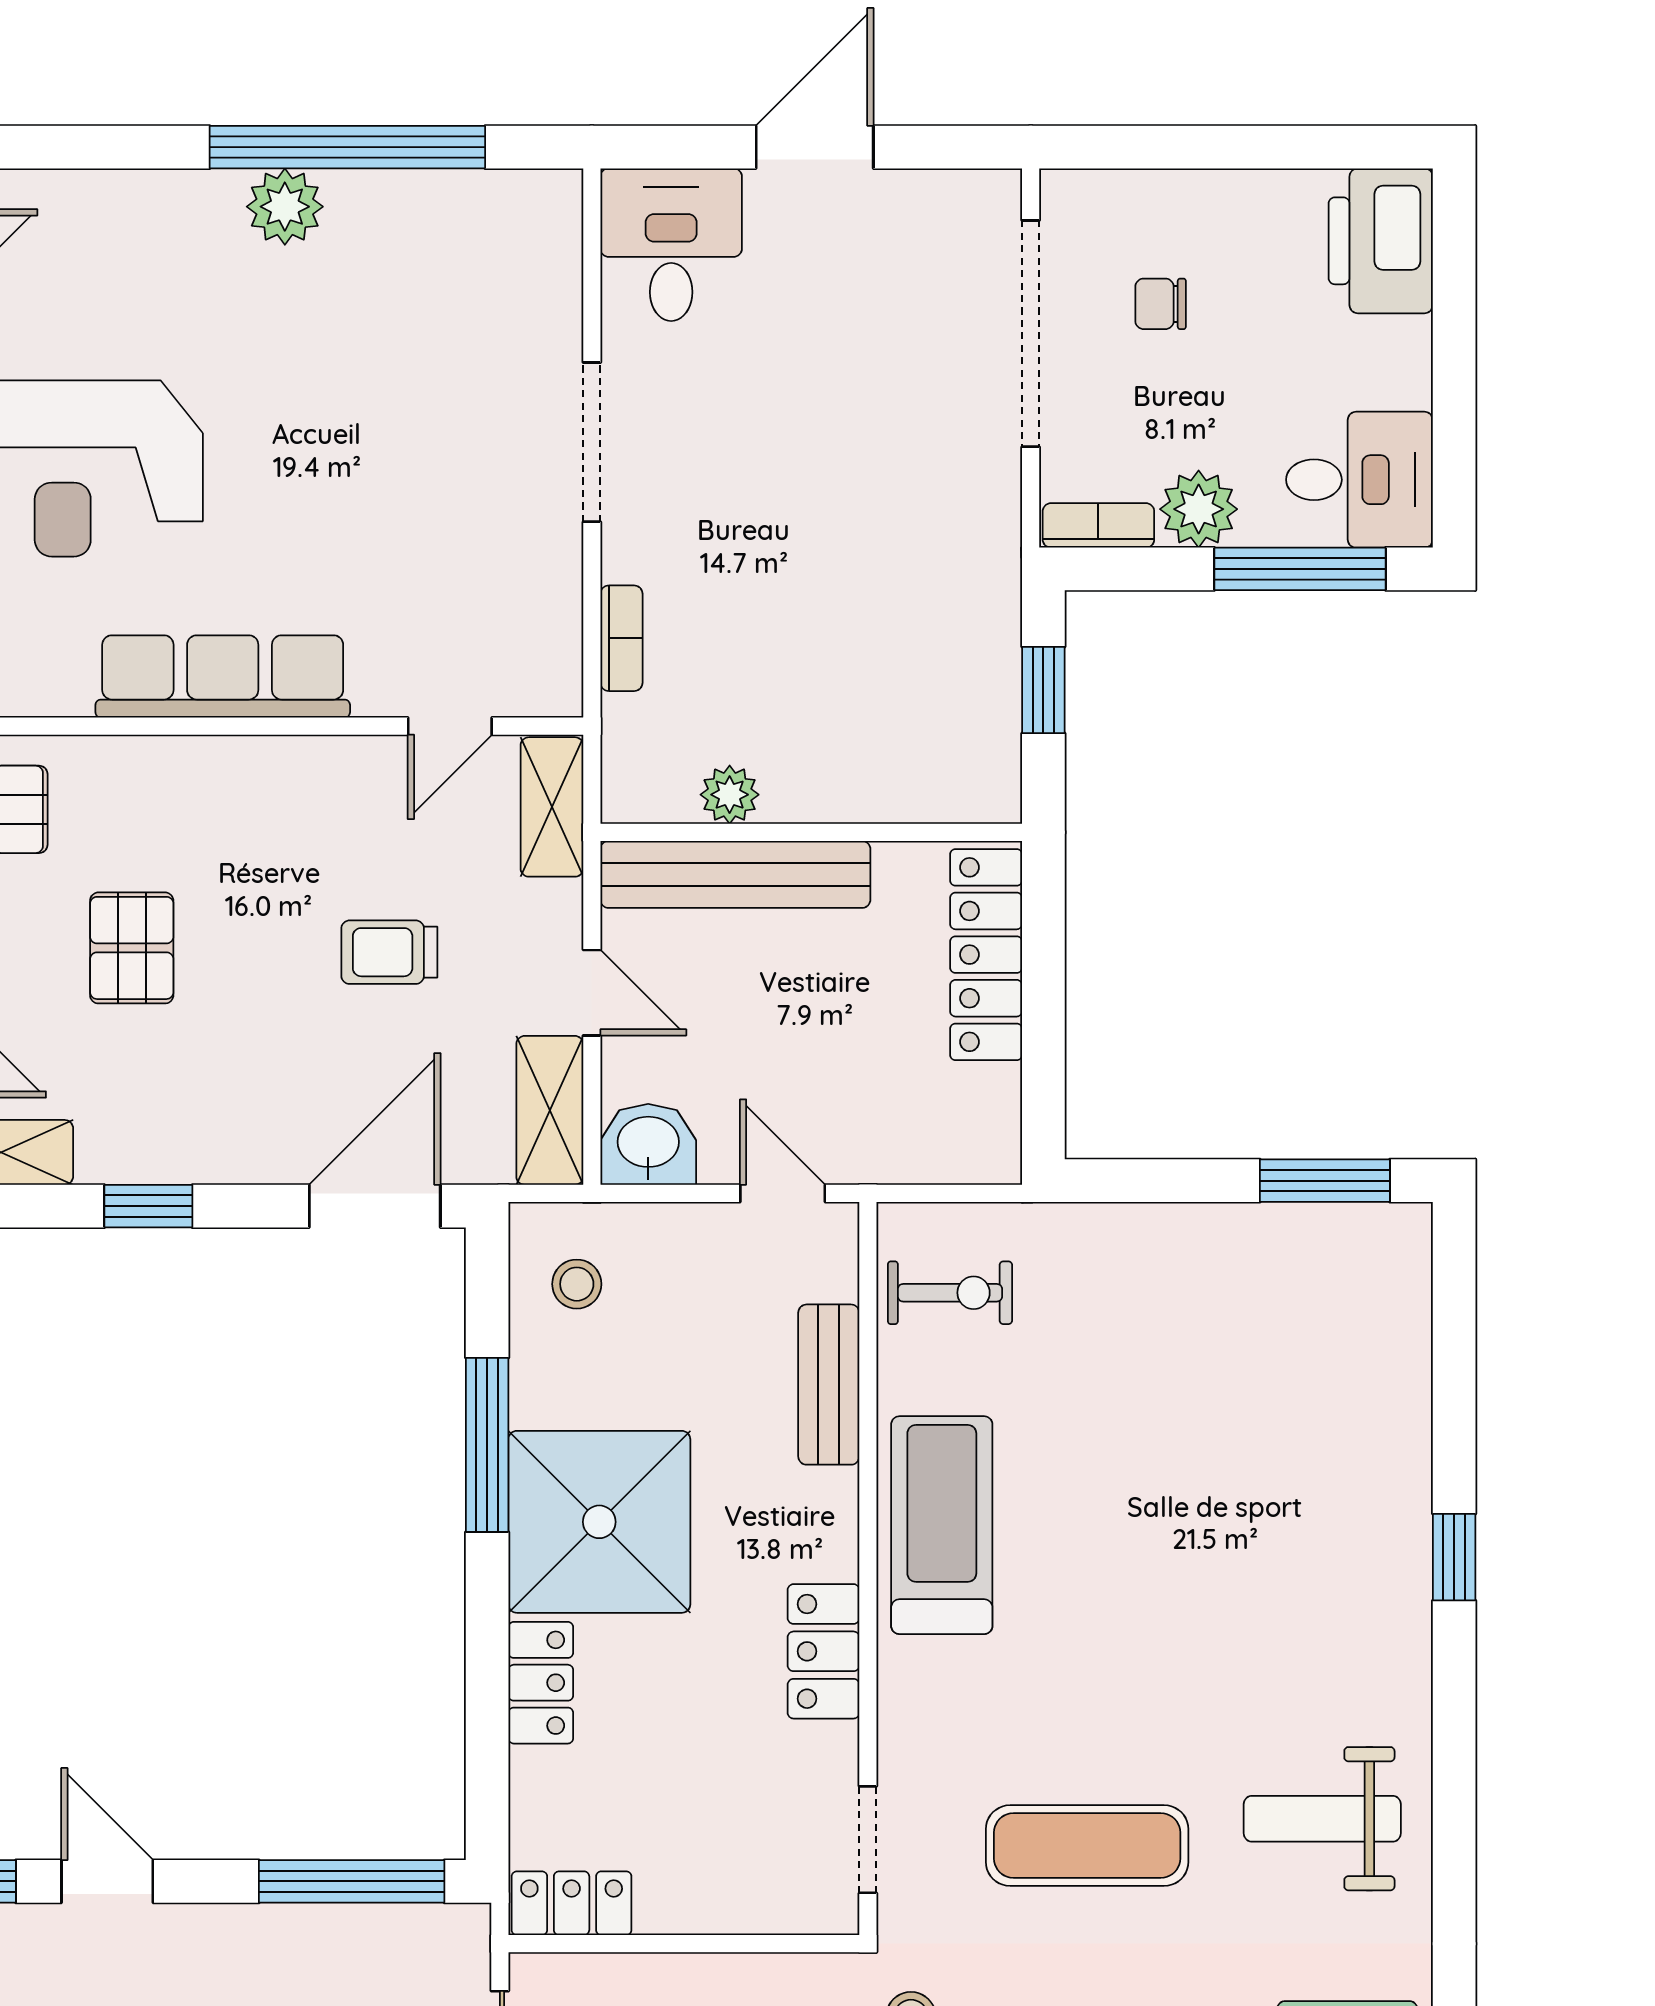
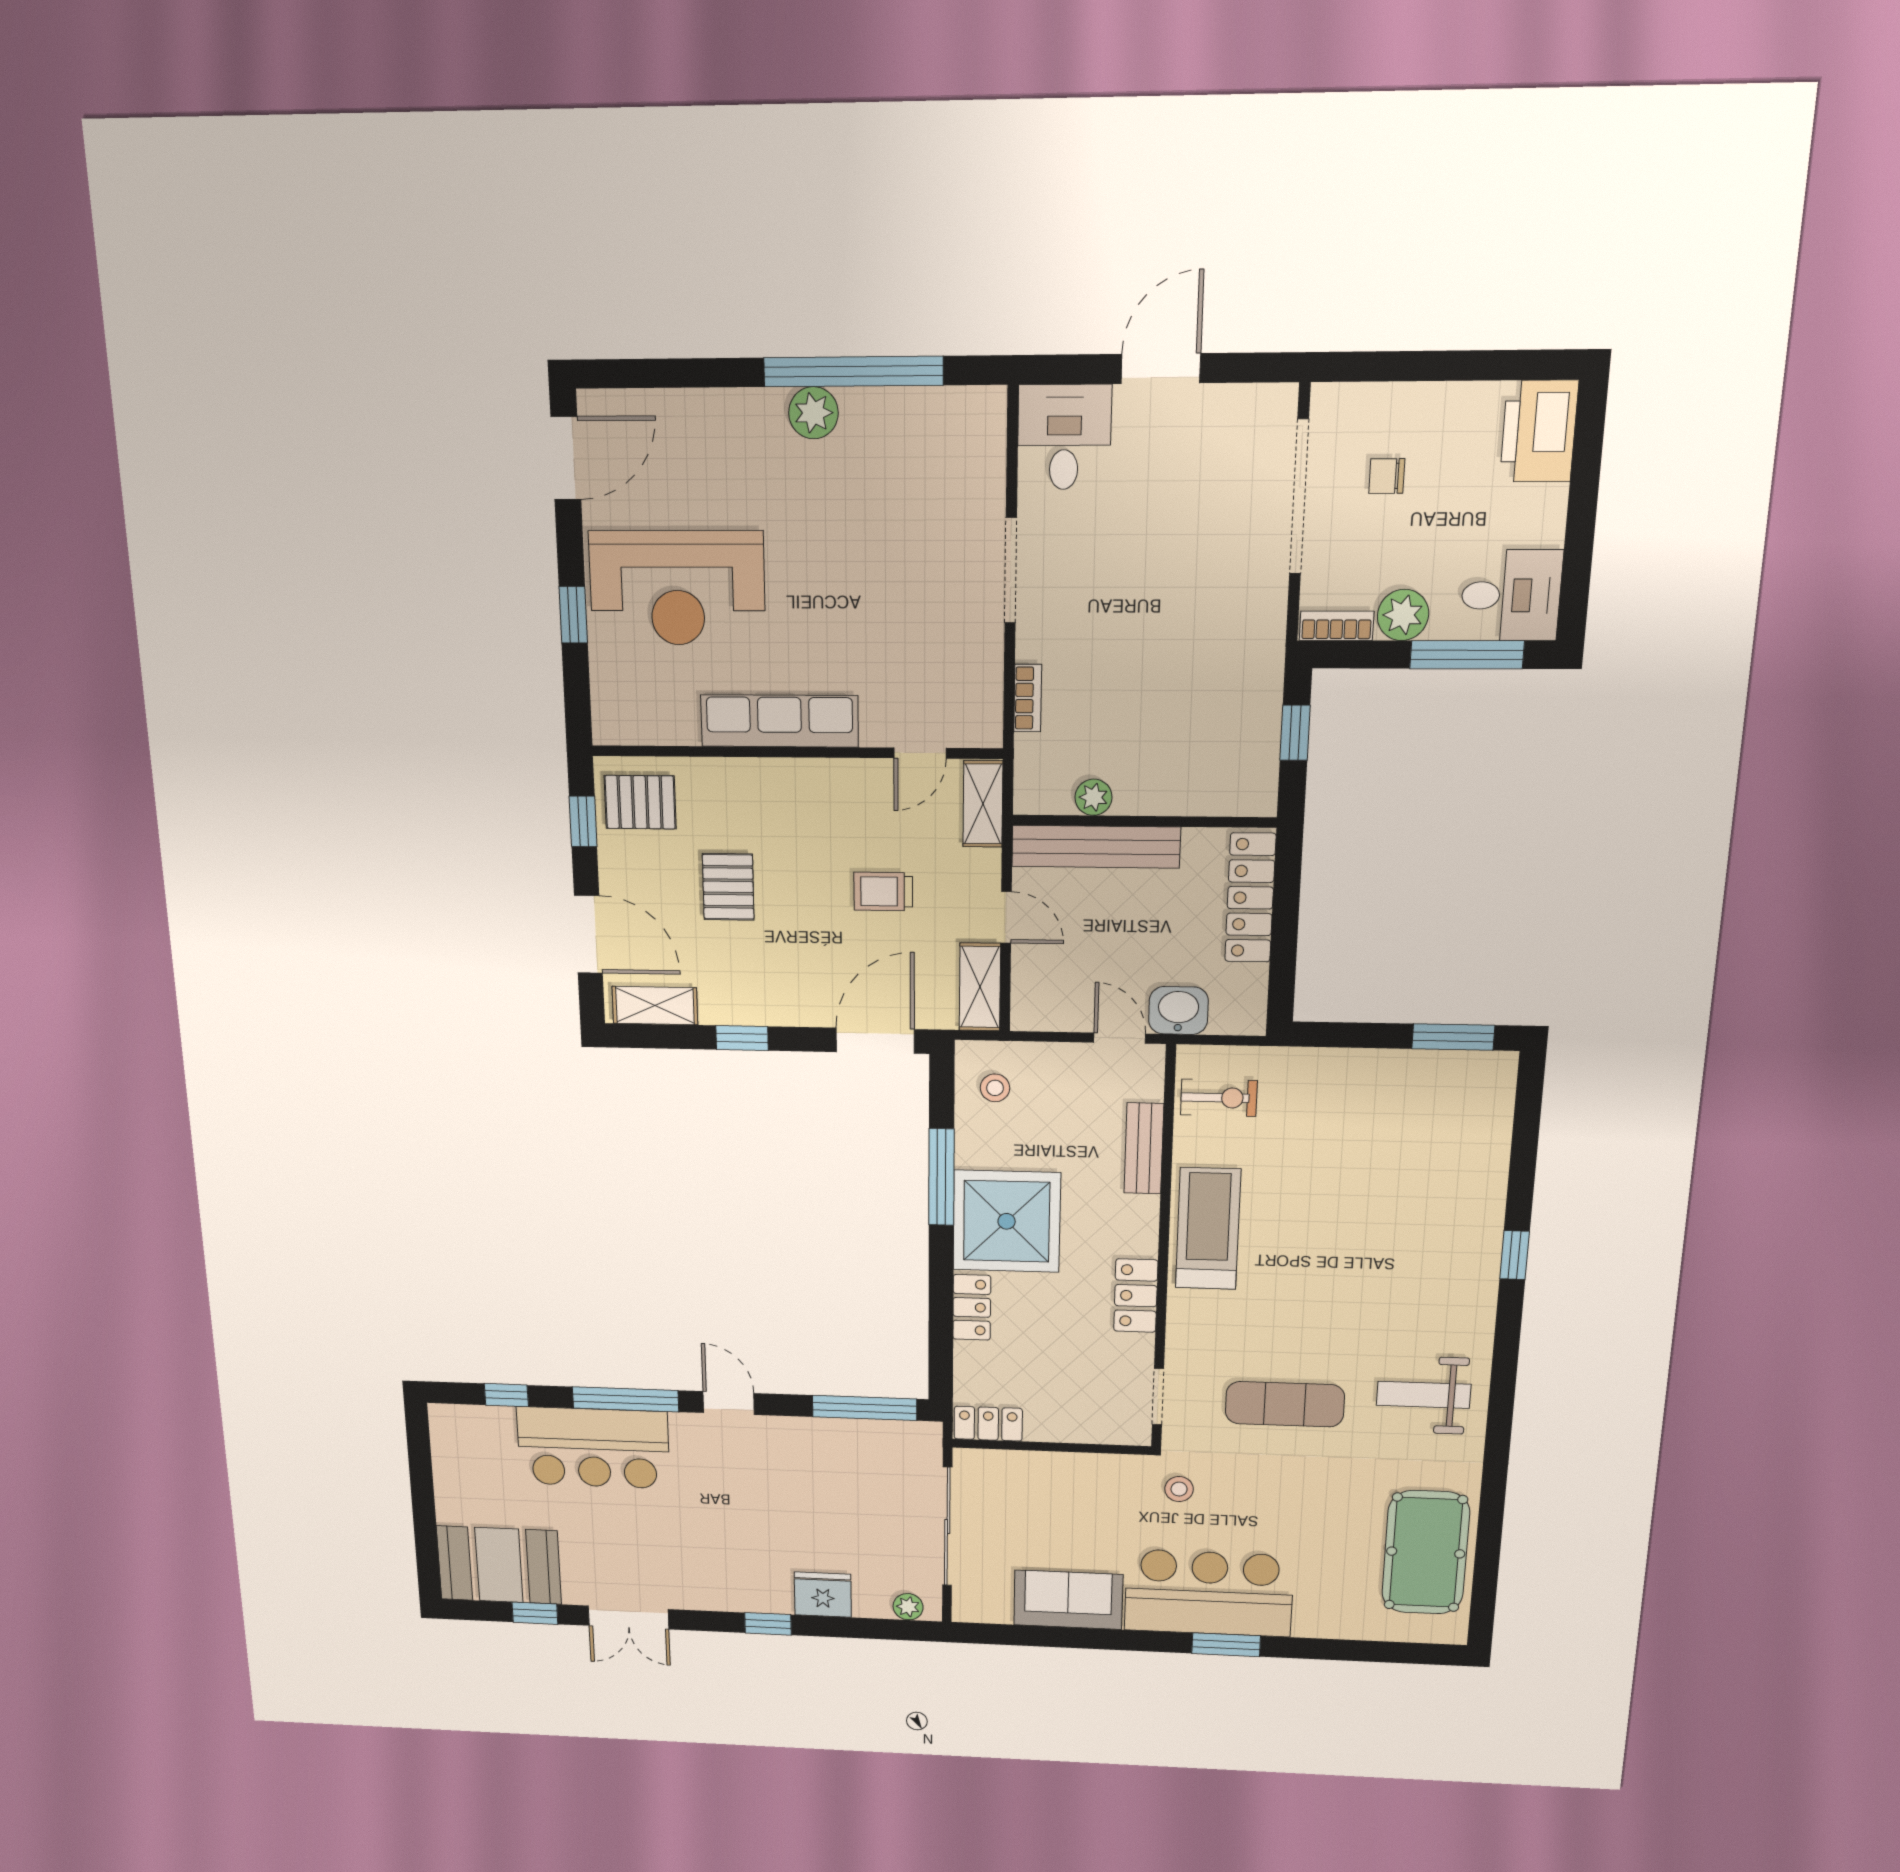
washbasin: (648, 1144) -> (1178, 1010), moved

